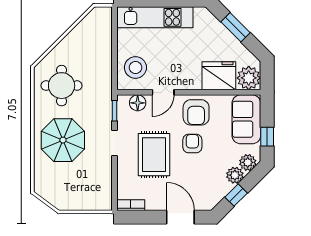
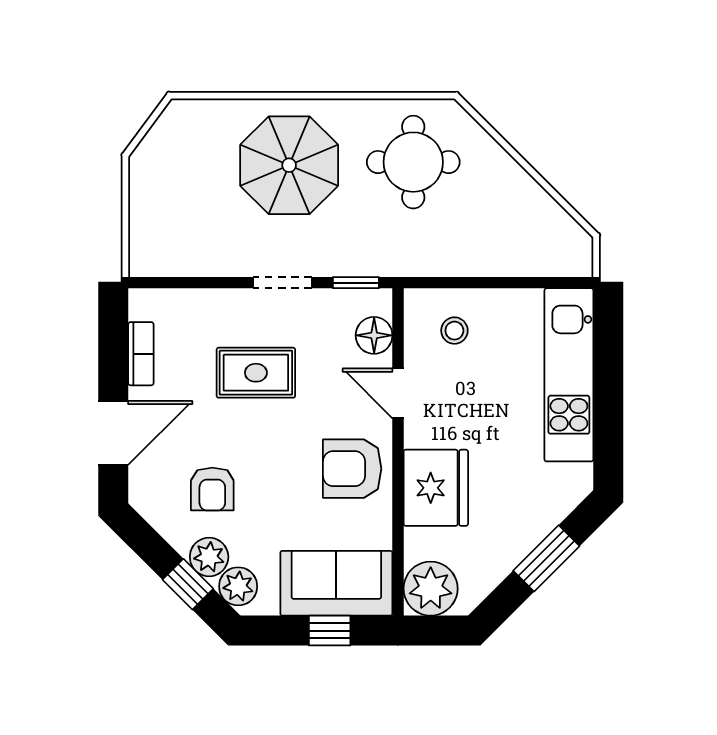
stool: (135, 67) -> (454, 331), width x0.53, depth x0.53
fridge: (219, 76) -> (436, 488), moved
window: (267, 137) -> (330, 631), moved
armchair: (192, 144) -> (212, 489), moved, turned 90
rug: (154, 155) -> (256, 373), width x0.73, depth x0.70
window: (236, 195) -> (188, 584), moved
bookcase: (131, 205) -> (141, 354), moved

